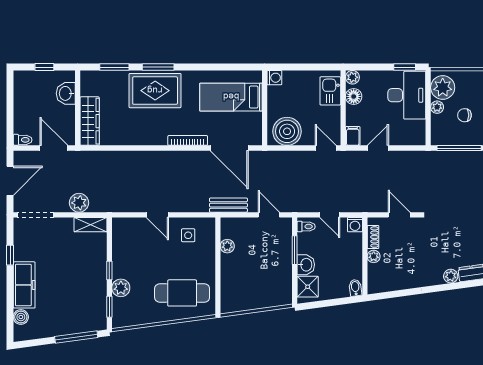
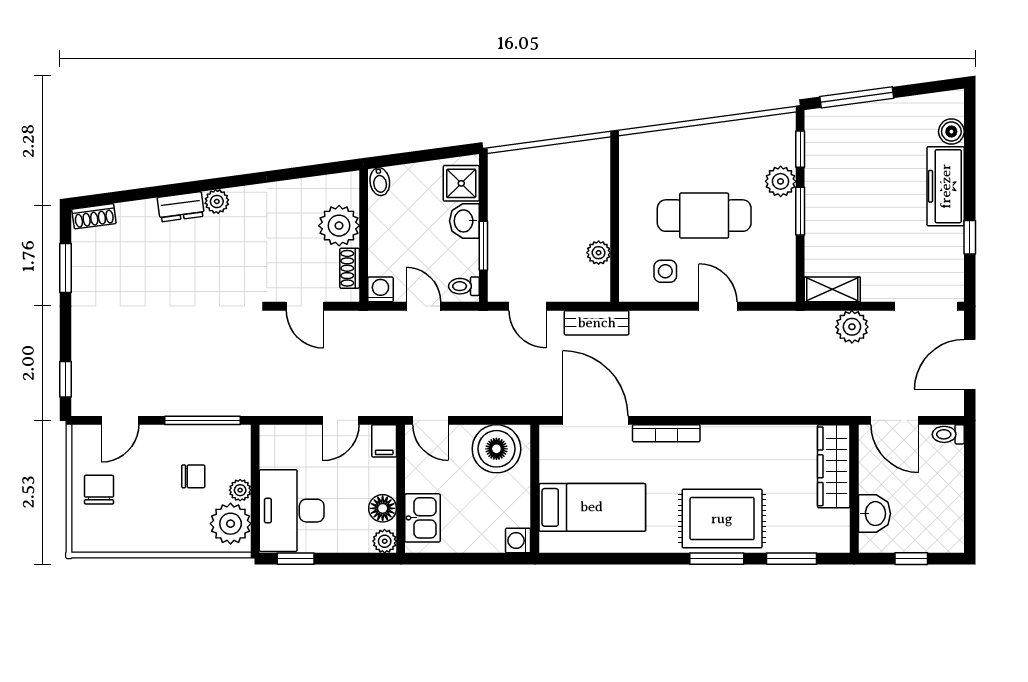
plant: (374, 256) -> (339, 226), width x1.88, depth x1.88
window: (109, 270) -> (800, 211), width x1.50
cafe table: (182, 293) -> (704, 216), moved

